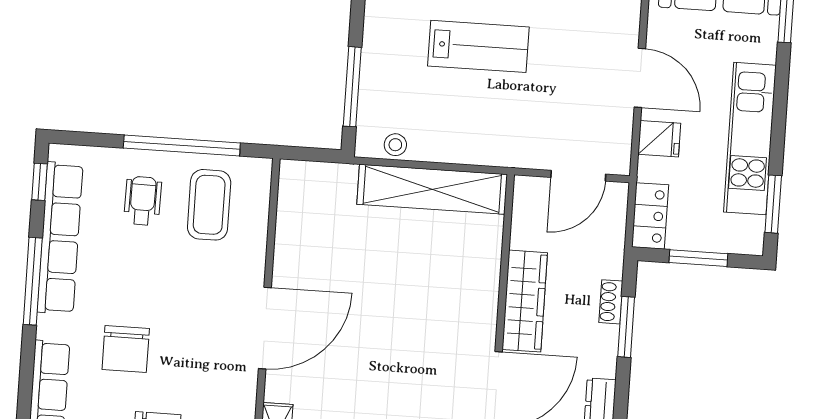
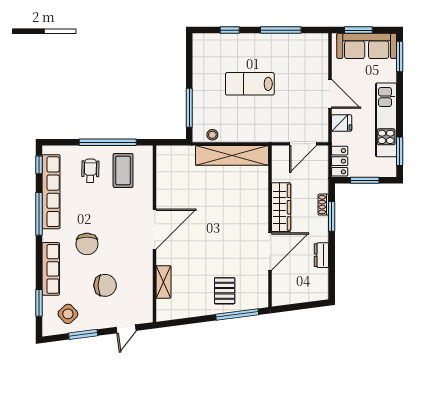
lab bench: (478, 46) -> (250, 84), turned 180

